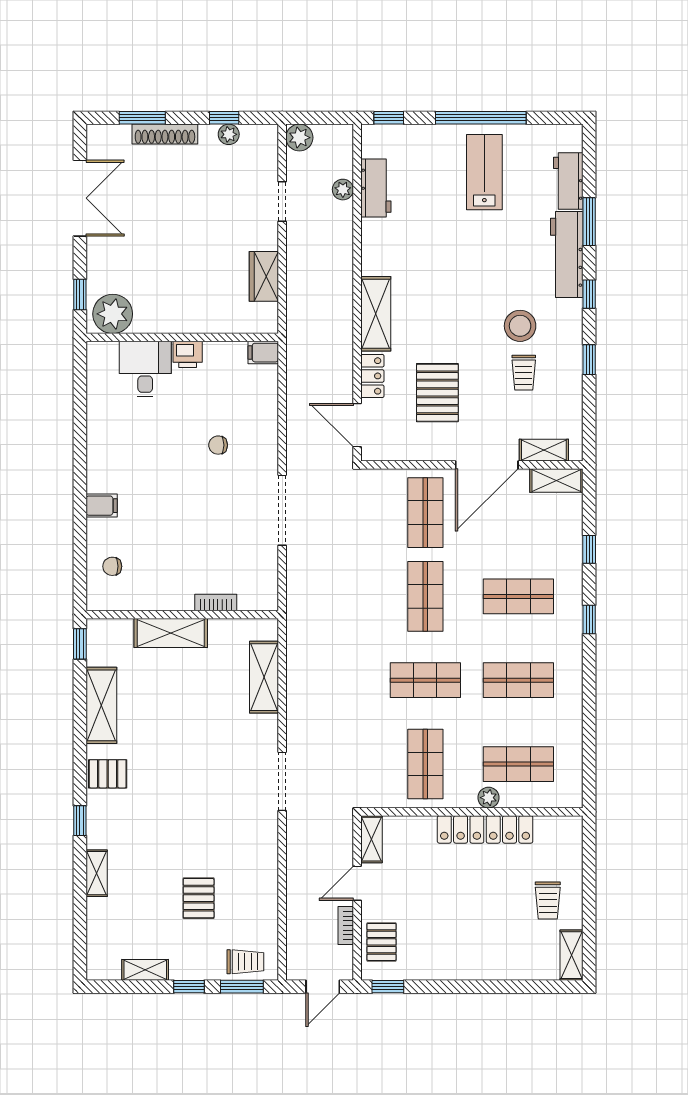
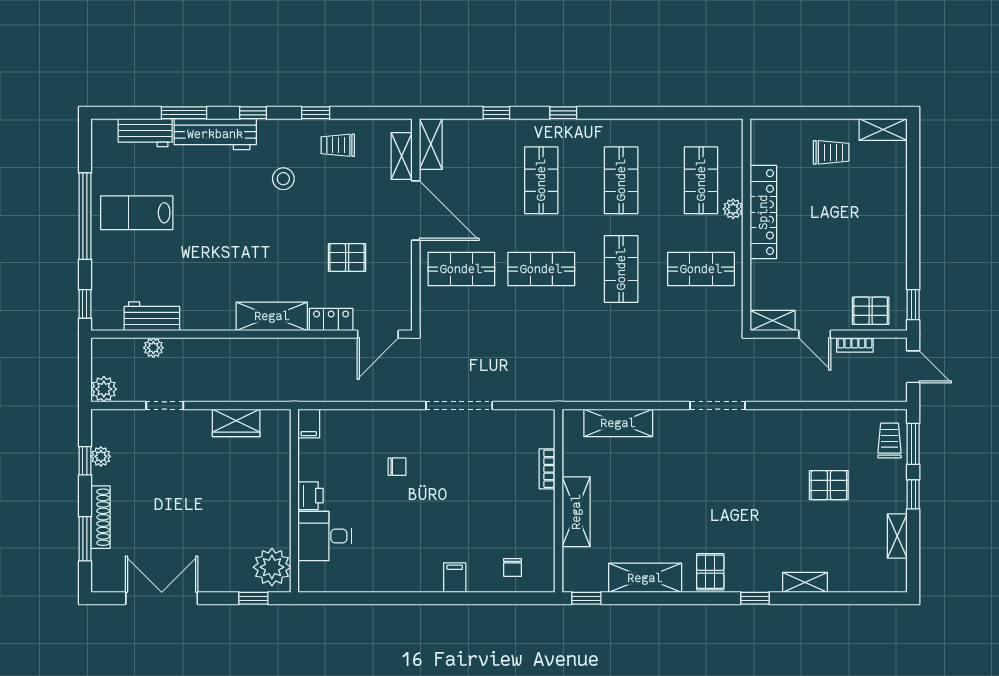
stool: (520, 326) -> (283, 179), width x0.73, depth x0.73
trolley: (524, 373) -> (338, 145), moved, turned 180
pallet: (437, 393) -> (347, 257), width x0.67, depth x0.71
chair: (218, 445) -> (397, 467), turned -90

